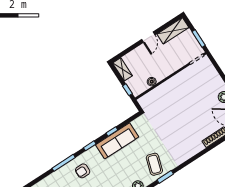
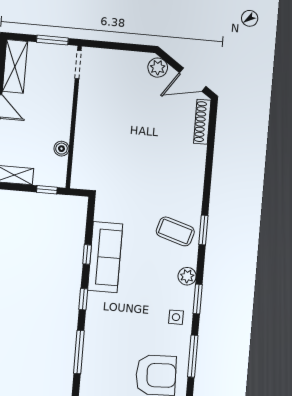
armchair: (83, 171) -> (110, 335), removed

